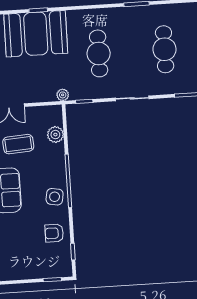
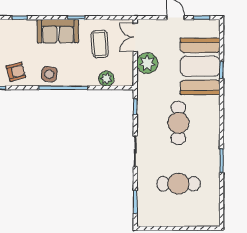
cafe table: (99, 53) -> (178, 123), turned 90
plant: (63, 95) -> (147, 63), moved, width x1.88, depth x1.88
armchair: (54, 233) -> (16, 72), turned 75

